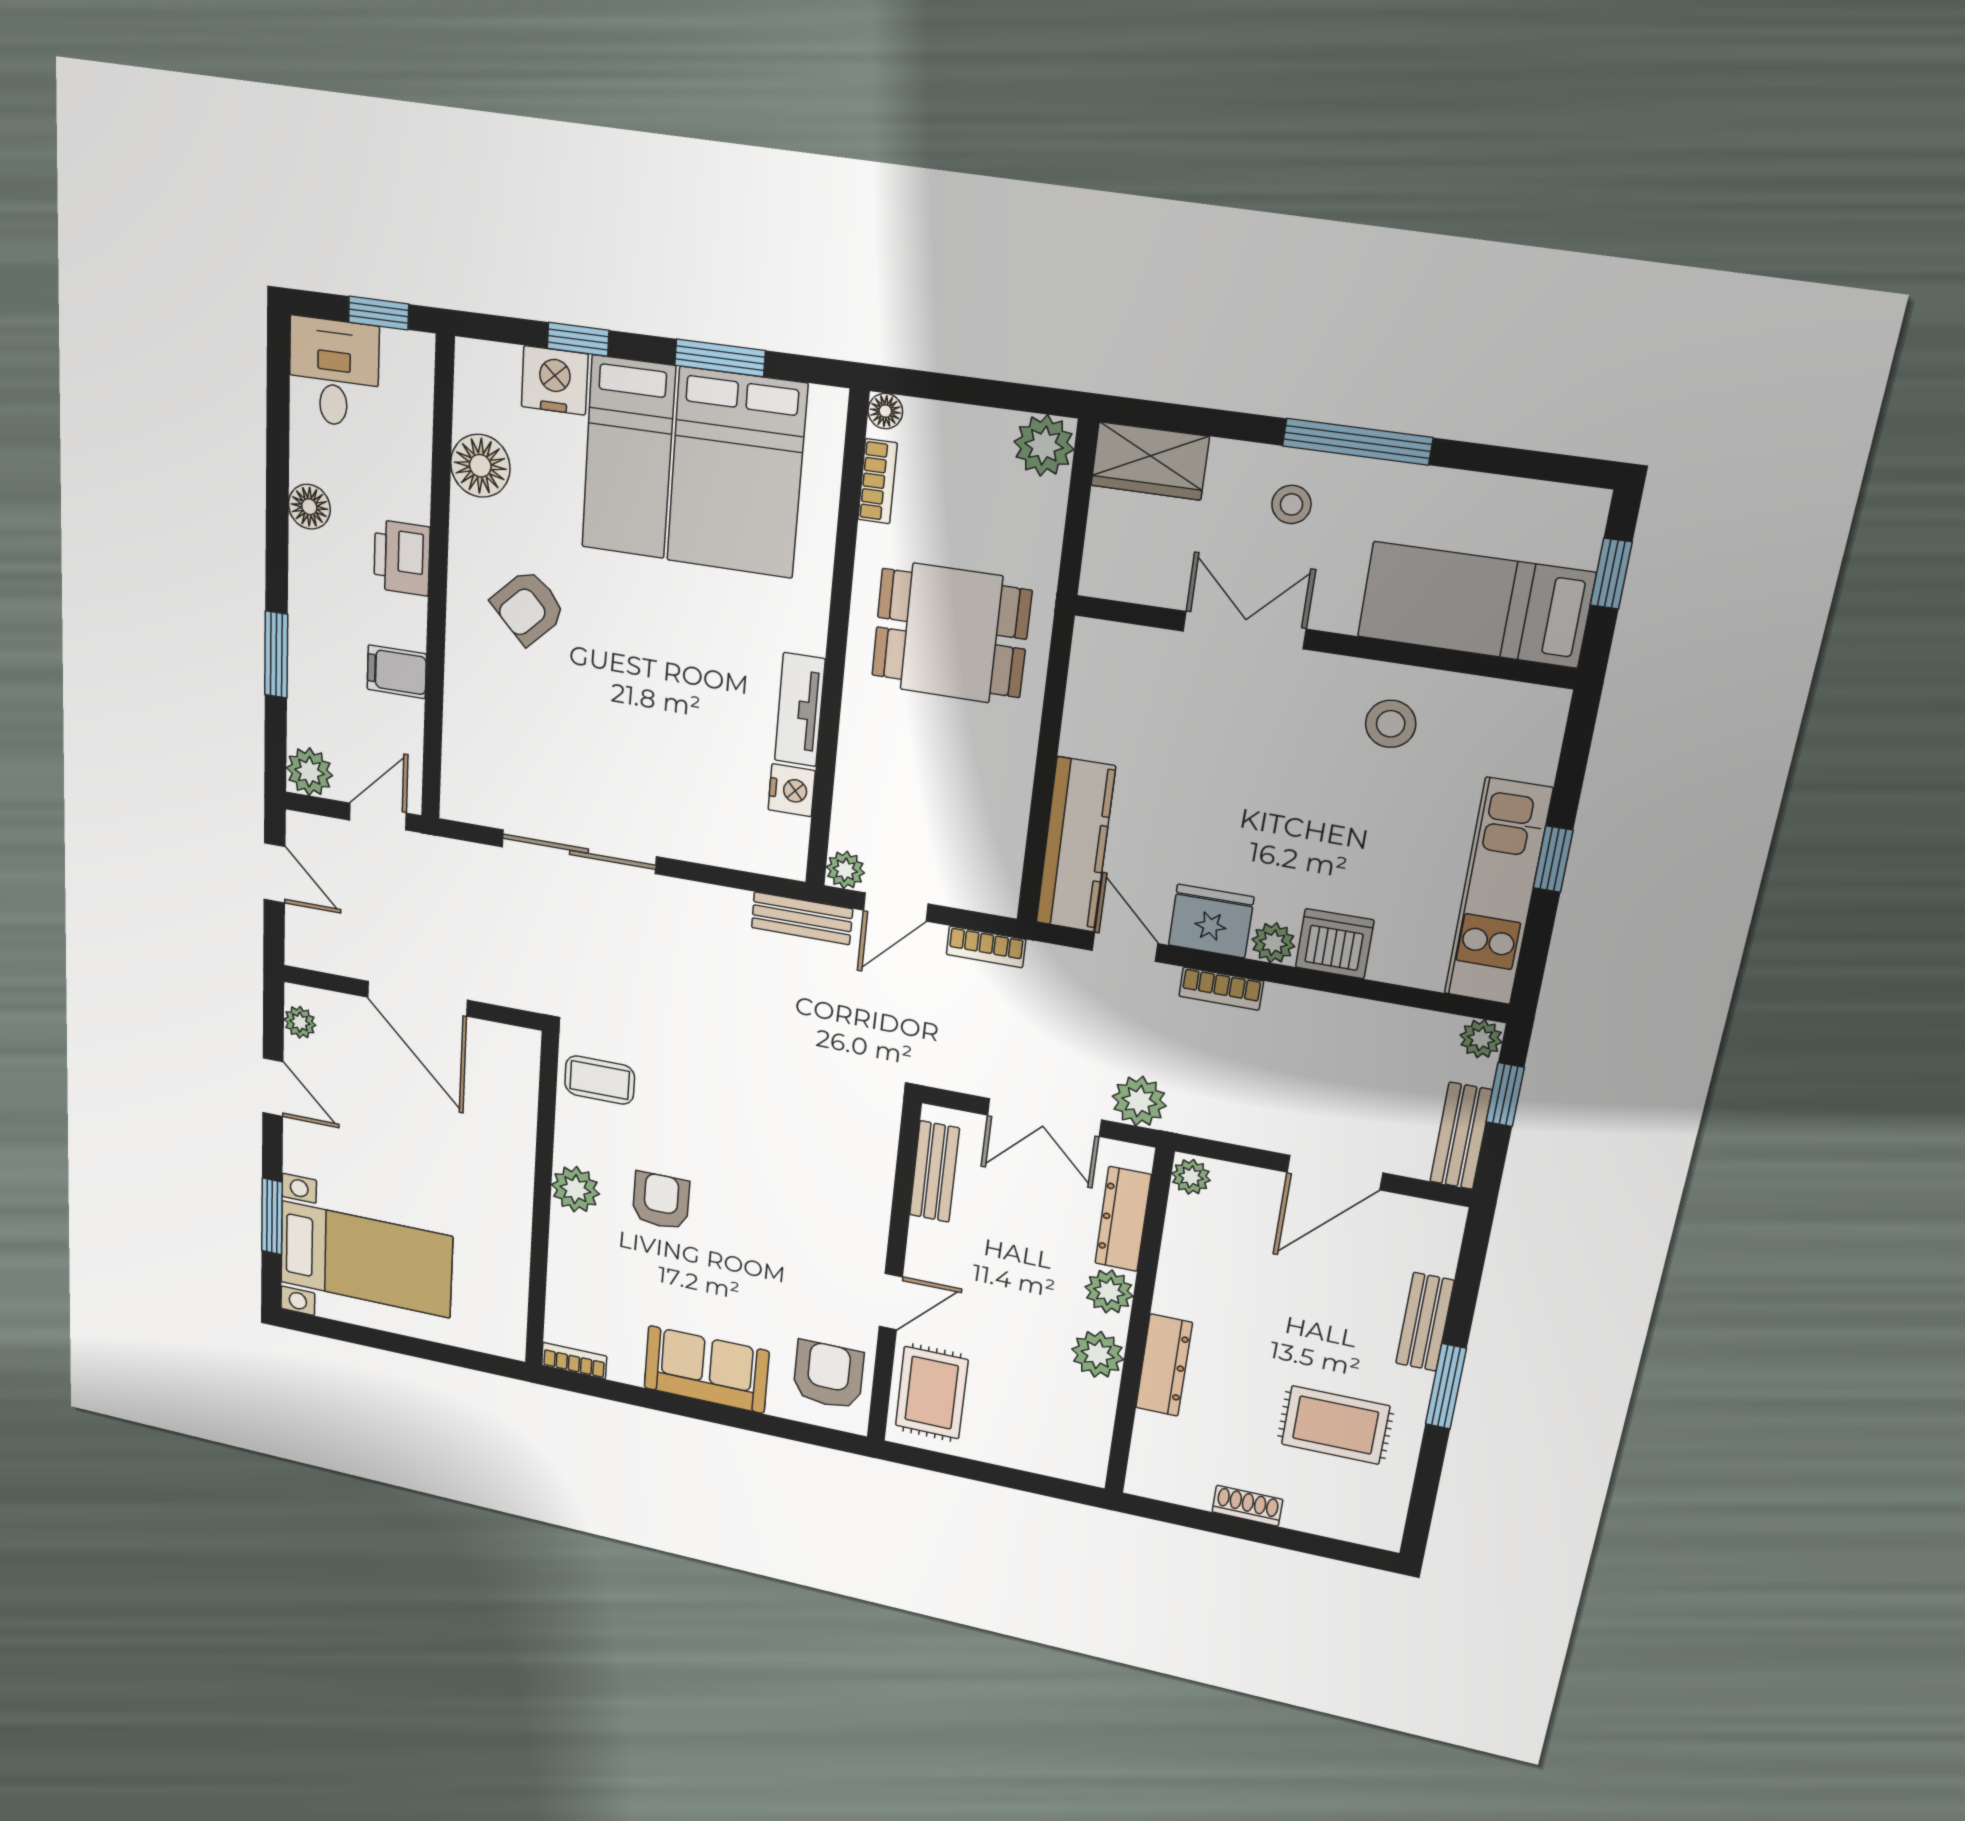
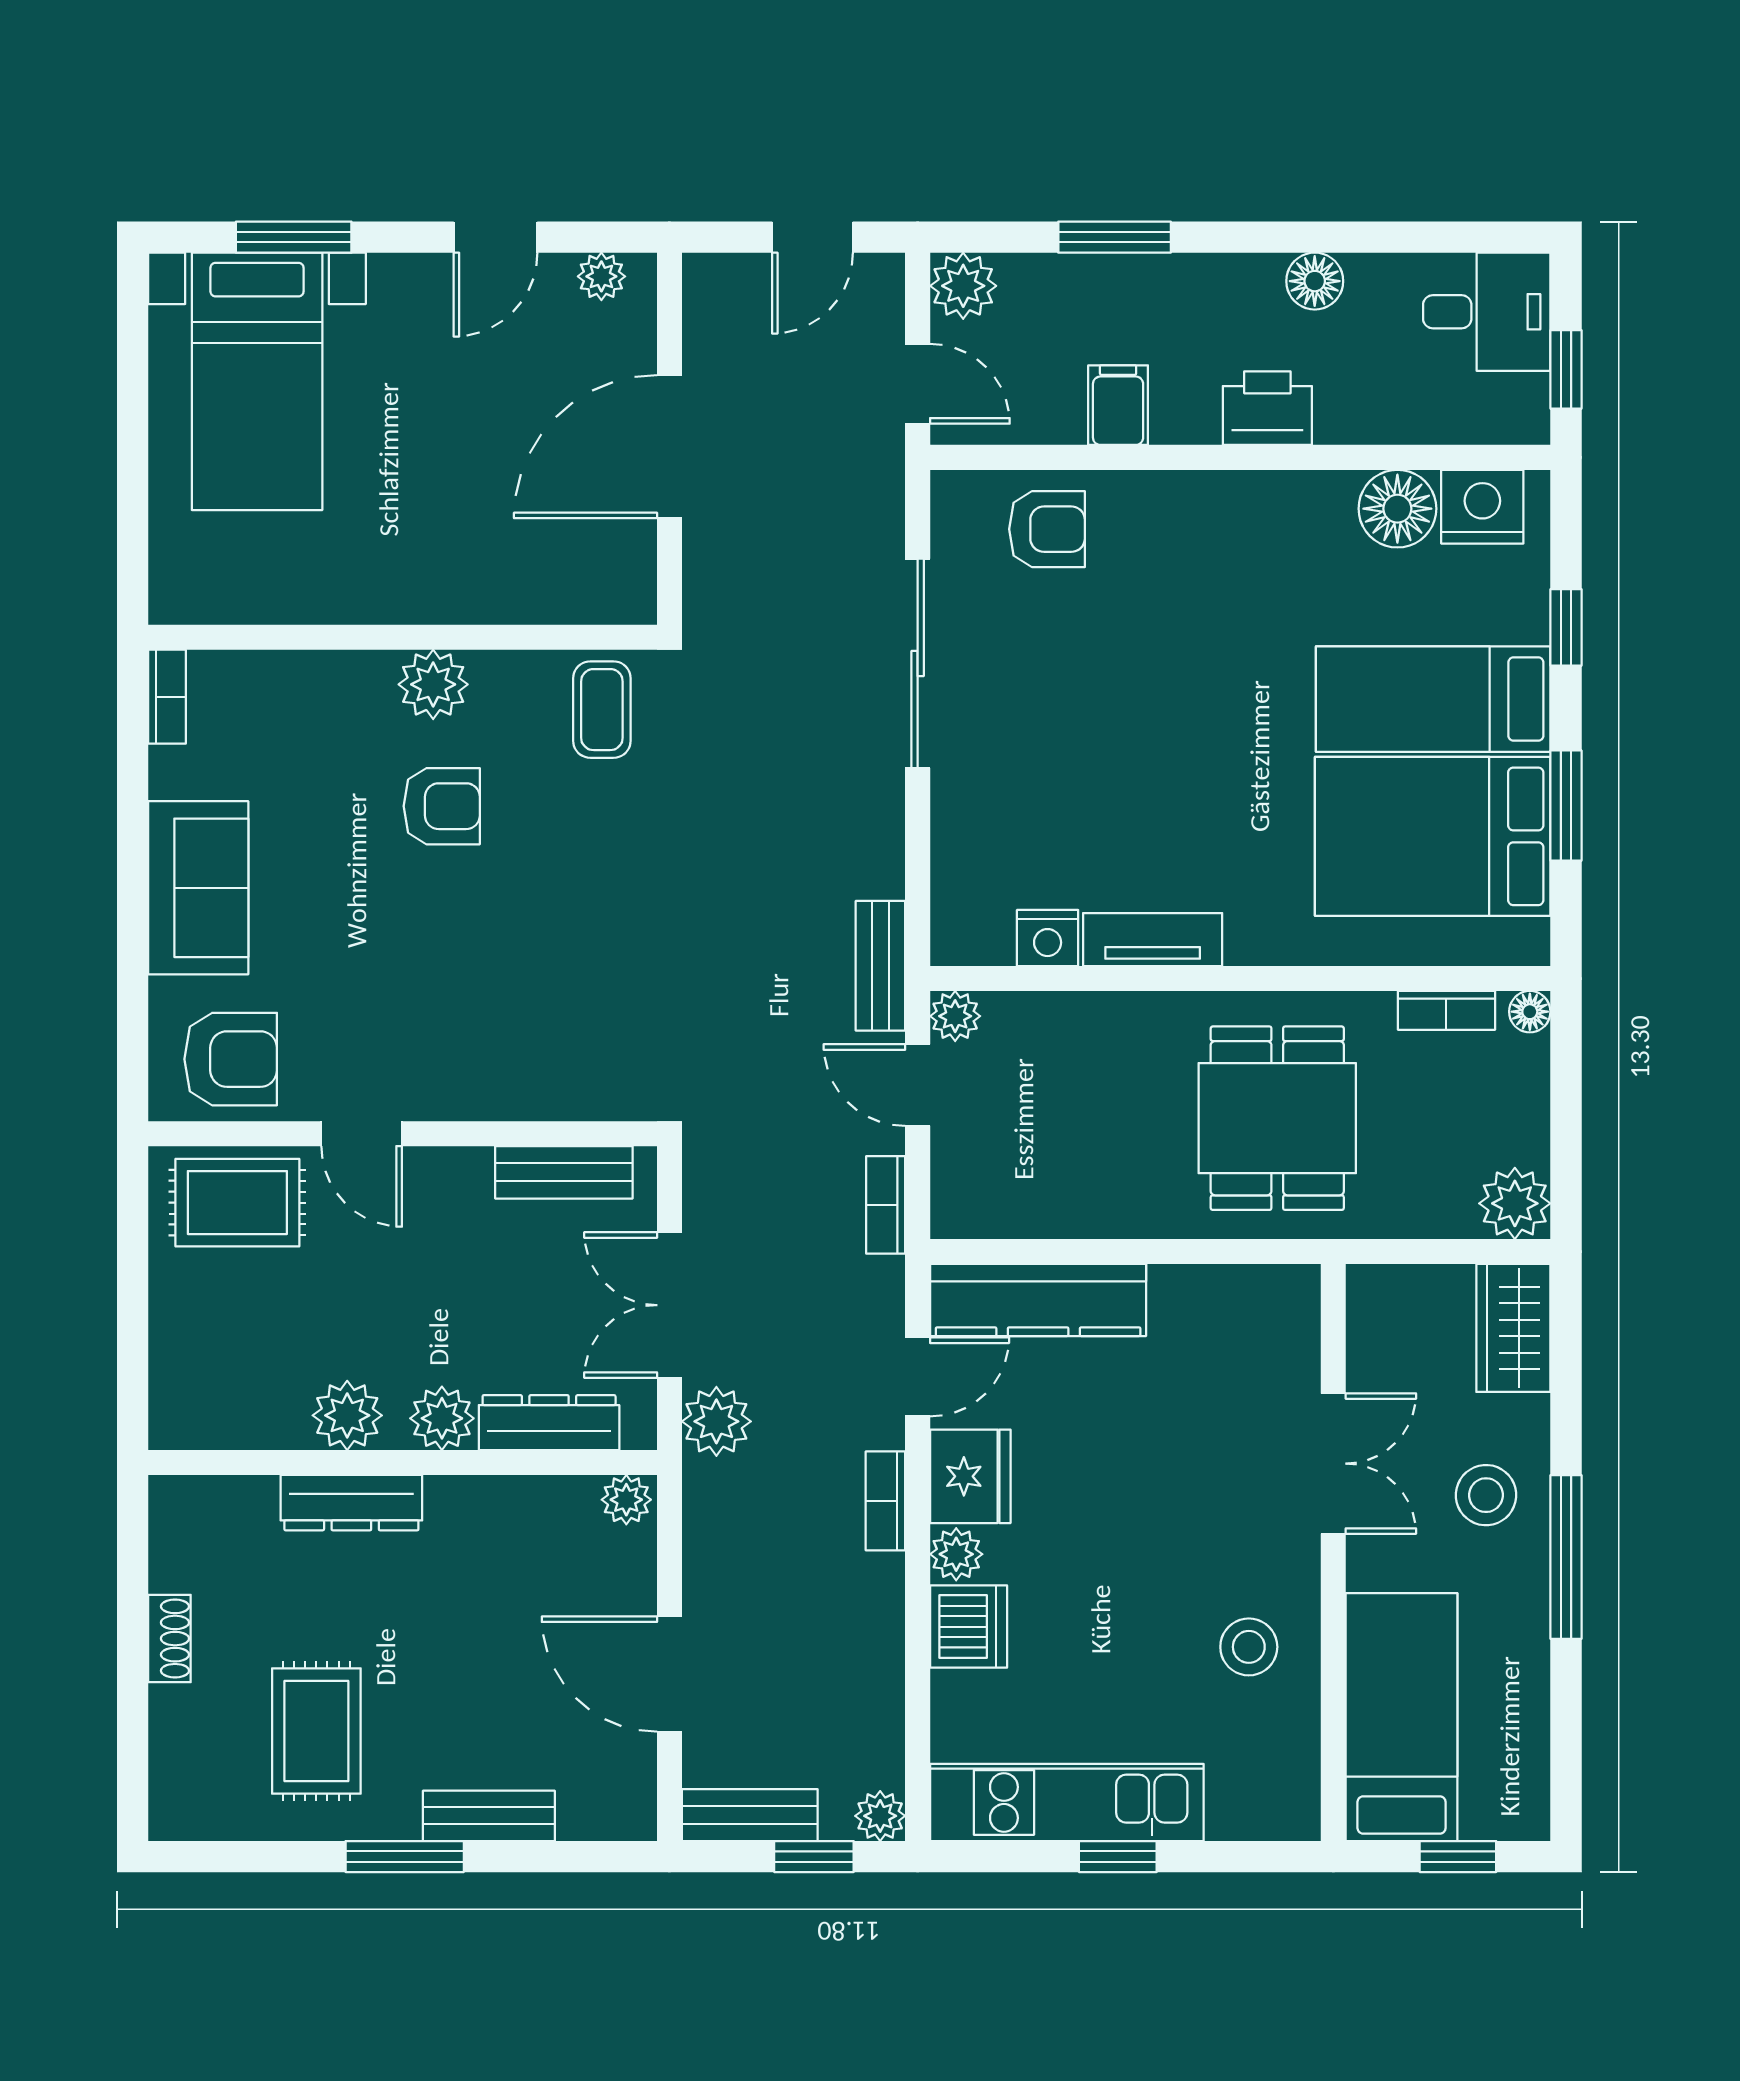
nightstand: (555, 380) -> (1482, 507), moved, turned -90
stool: (1291, 504) -> (1486, 1495), width x1.37, depth x1.37
armchair: (528, 607) -> (1047, 529), moved, turned 134

